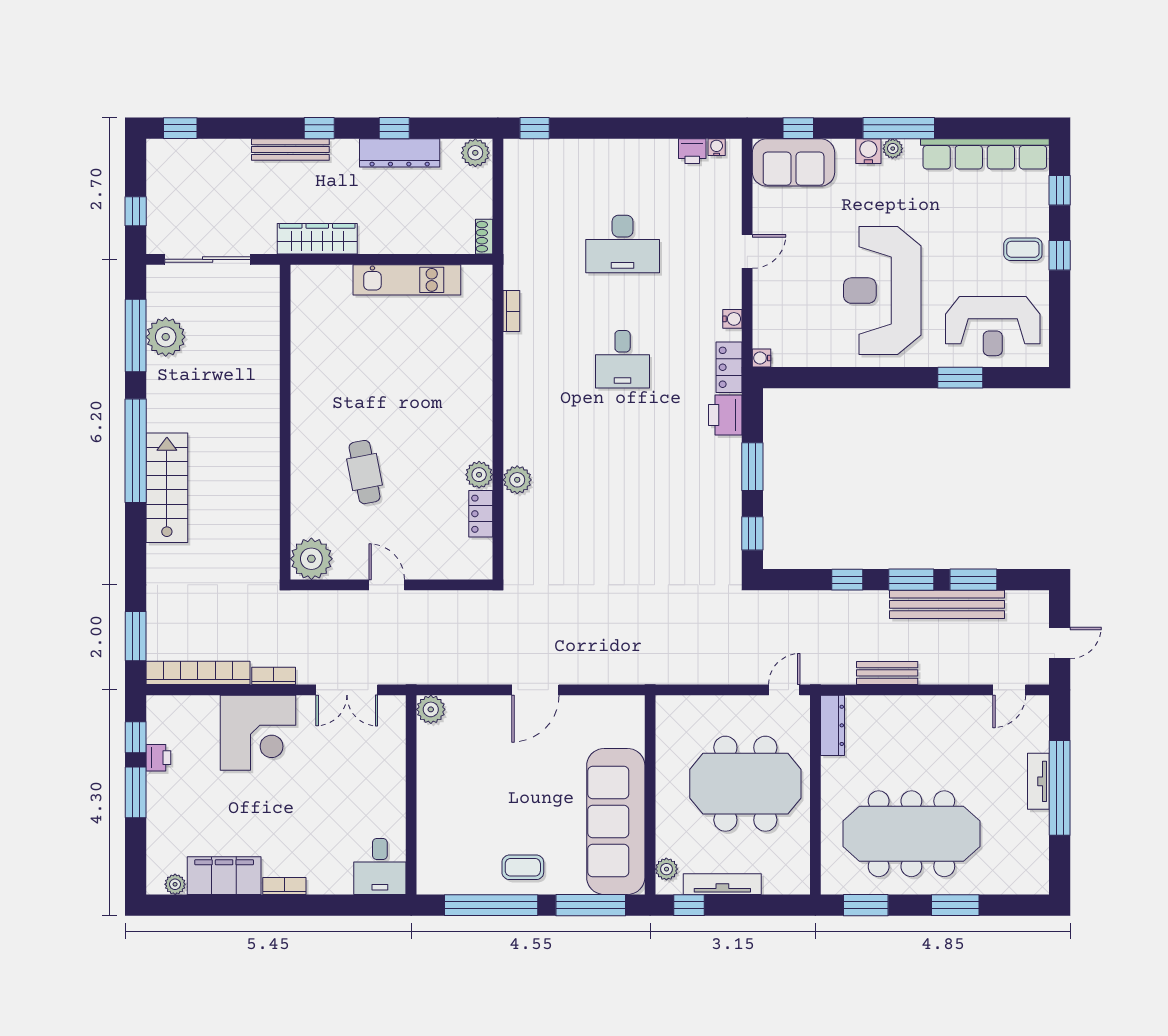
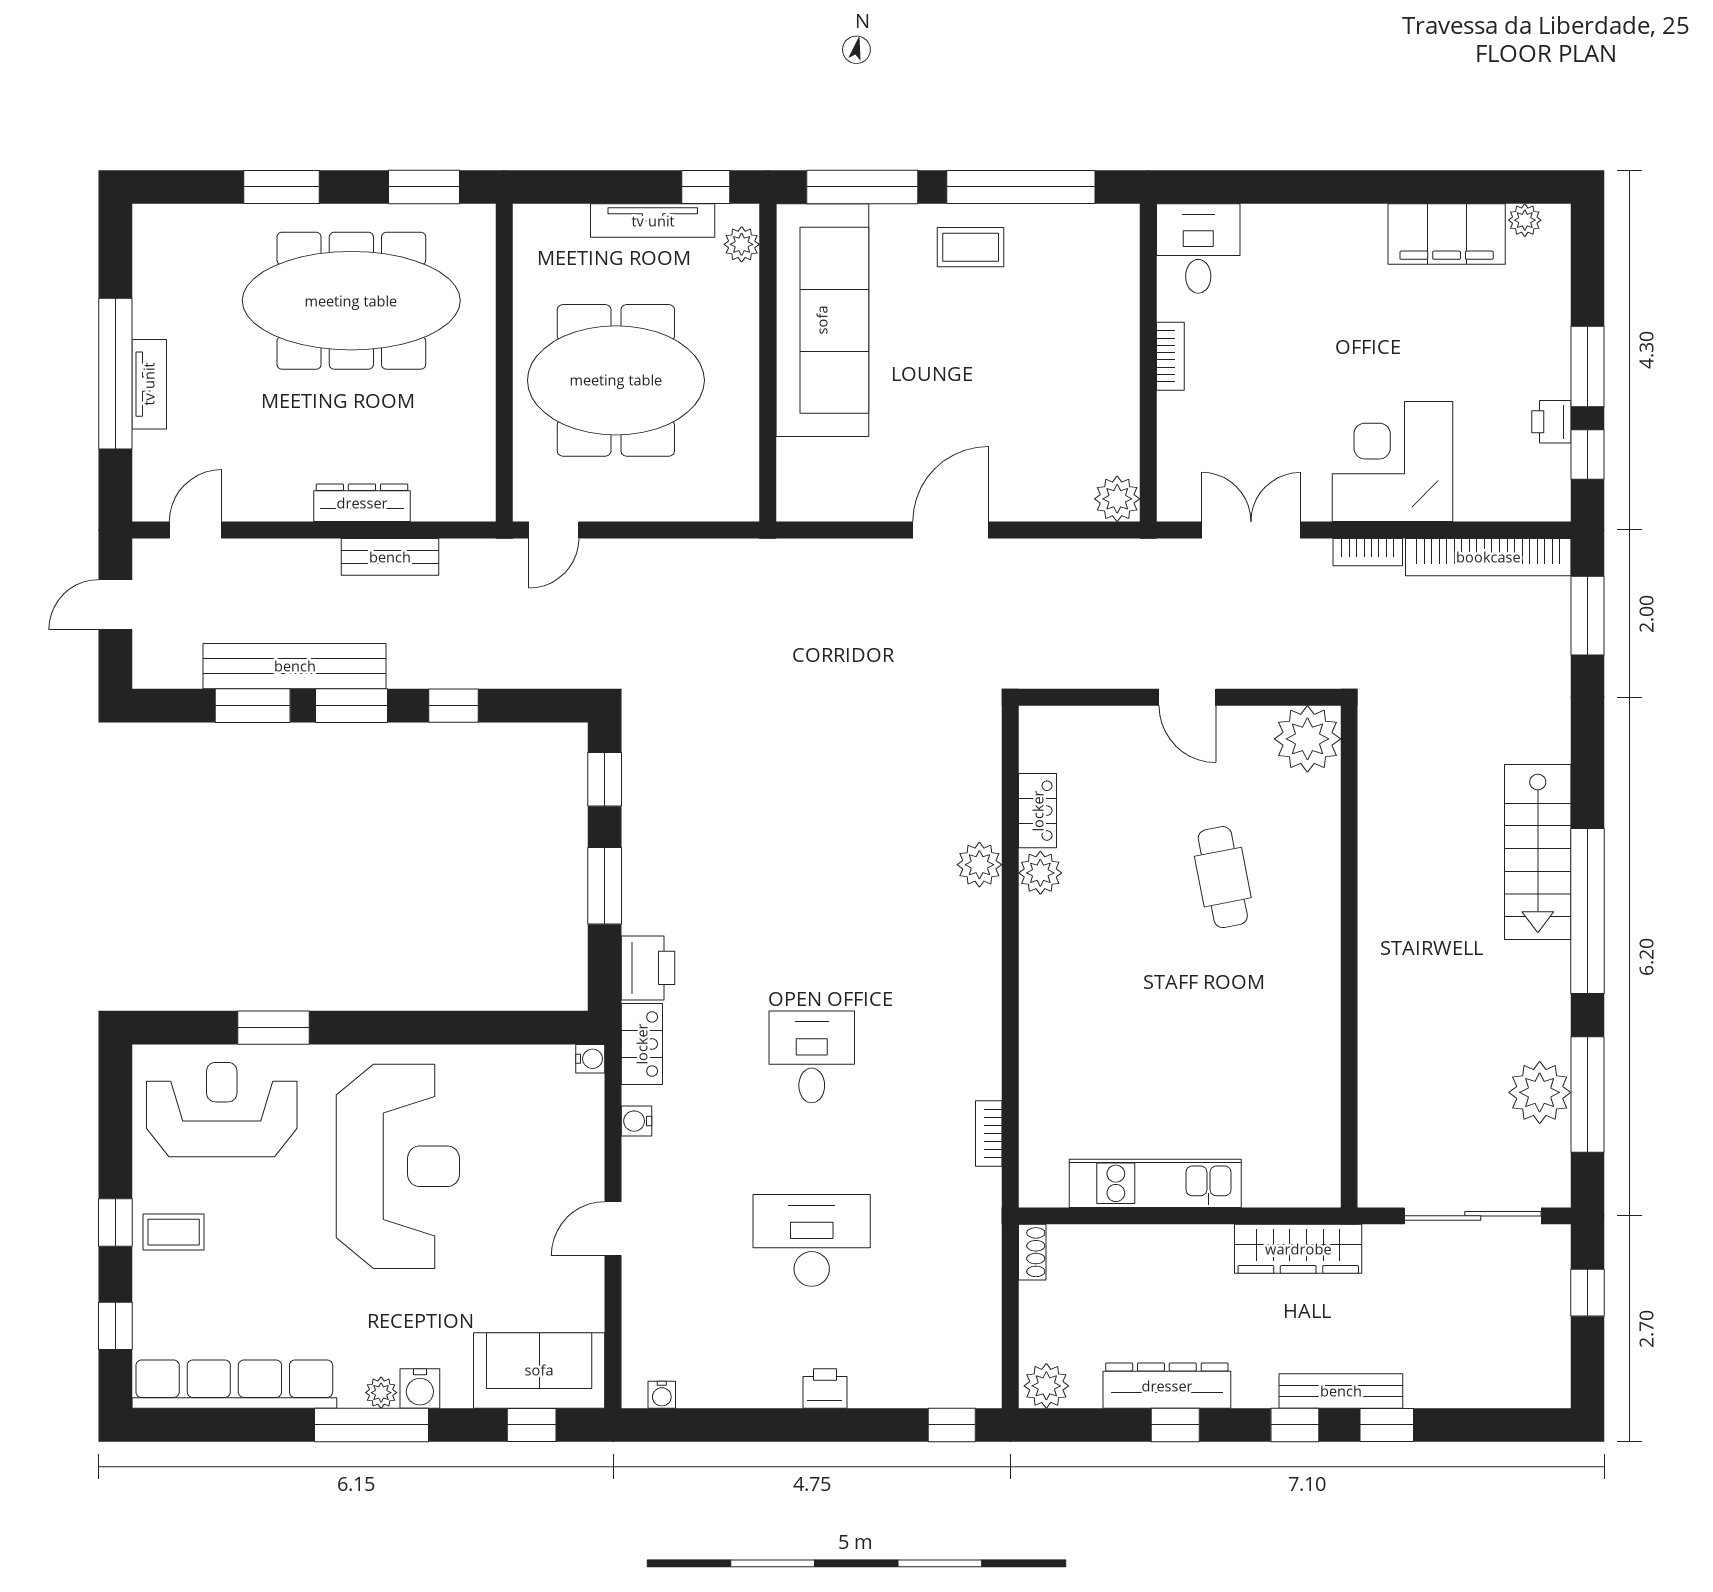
window: (180, 128) -> (1387, 1425), moved
printer: (692, 151) -> (825, 1388), moved
dresser: (833, 725) -> (362, 503), moved, turned 90
bookcase: (284, 886) -> (1170, 356), moved, turned -90

